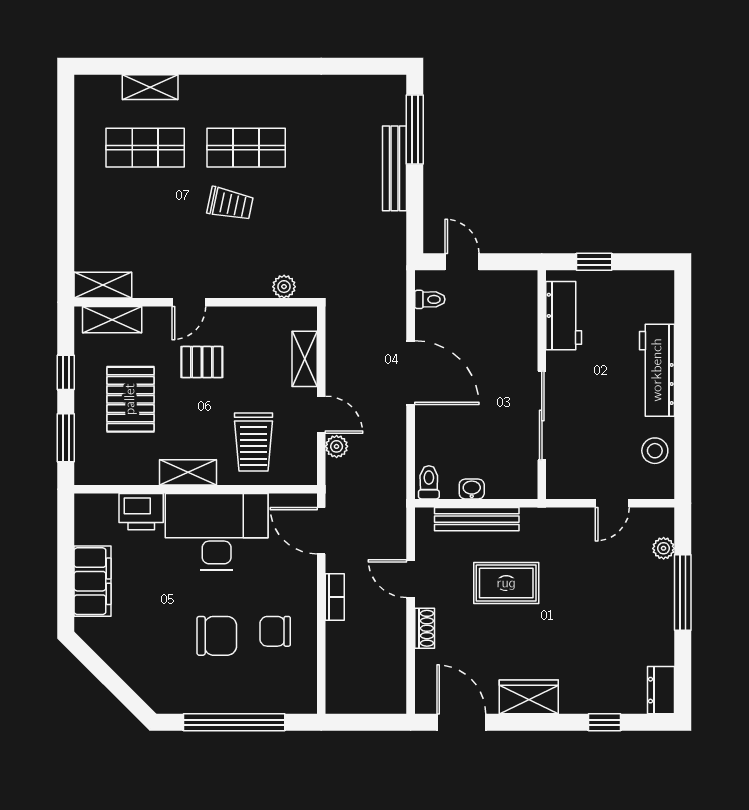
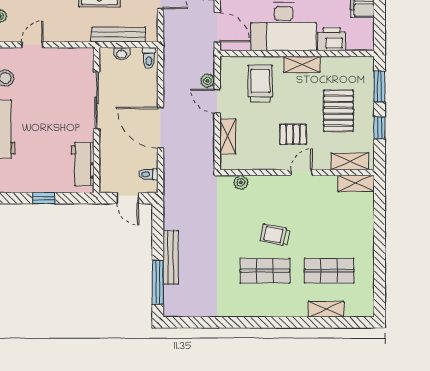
workbench: (564, 316) -> (83, 164), moved
wall: (542, 385) -> (97, 120), moved
sliding door: (542, 416) -> (97, 100), moved

